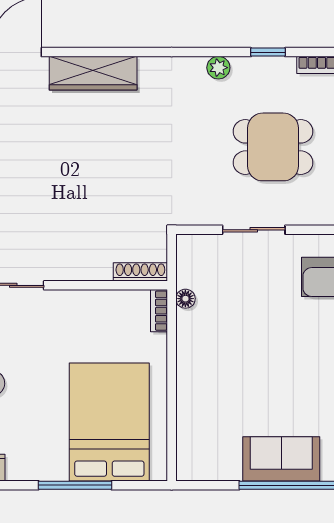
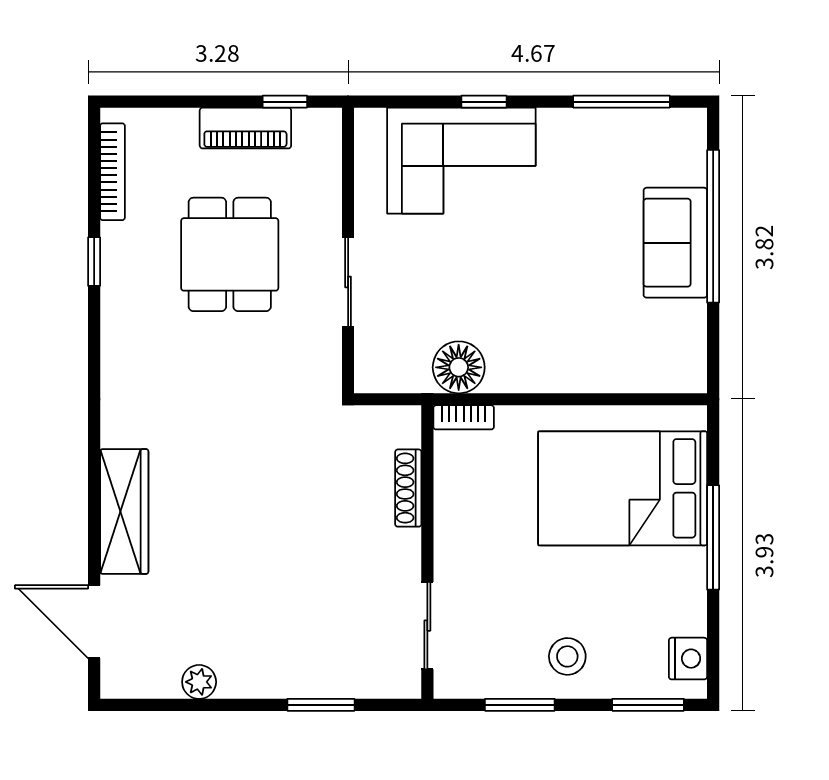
plant: (218, 68) -> (116, 332), removed
shoe rack: (140, 272) -> (408, 488), moved
floor lamp: (185, 299) -> (459, 367), width x1.89, depth x1.89

